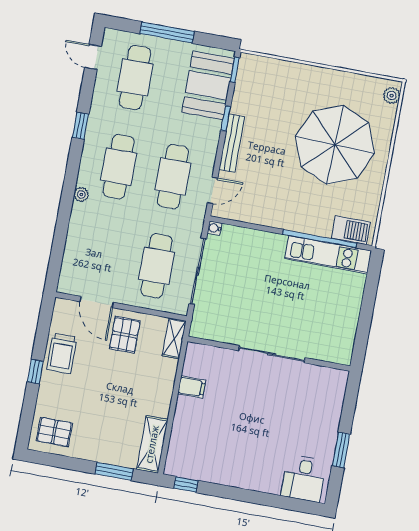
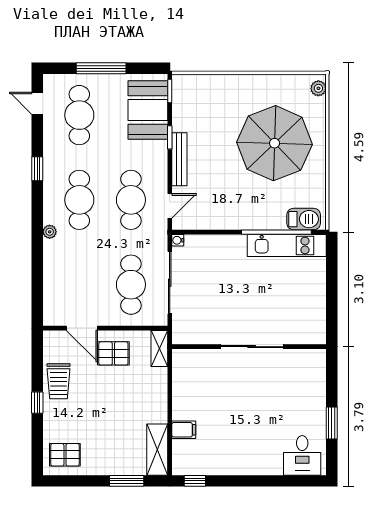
pallet: (125, 335) -> (113, 353), turned 90
filing cabinet: (192, 387) -> (184, 430), moved

